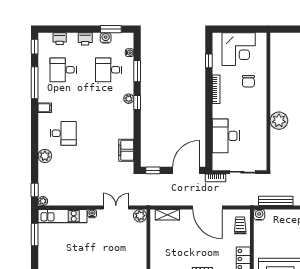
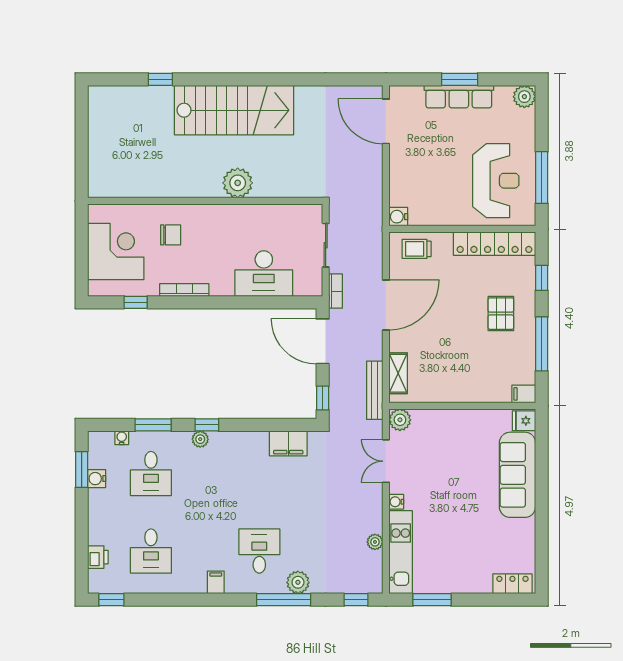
printer: (85, 39) -> (98, 513), removed
window: (35, 83) -> (284, 600), moved
plant: (43, 201) -> (375, 542), moved
bench: (276, 201) -> (375, 390), moved

